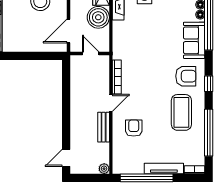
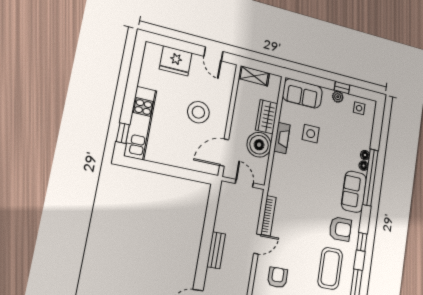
bench: (104, 127) -> (216, 250), moved

